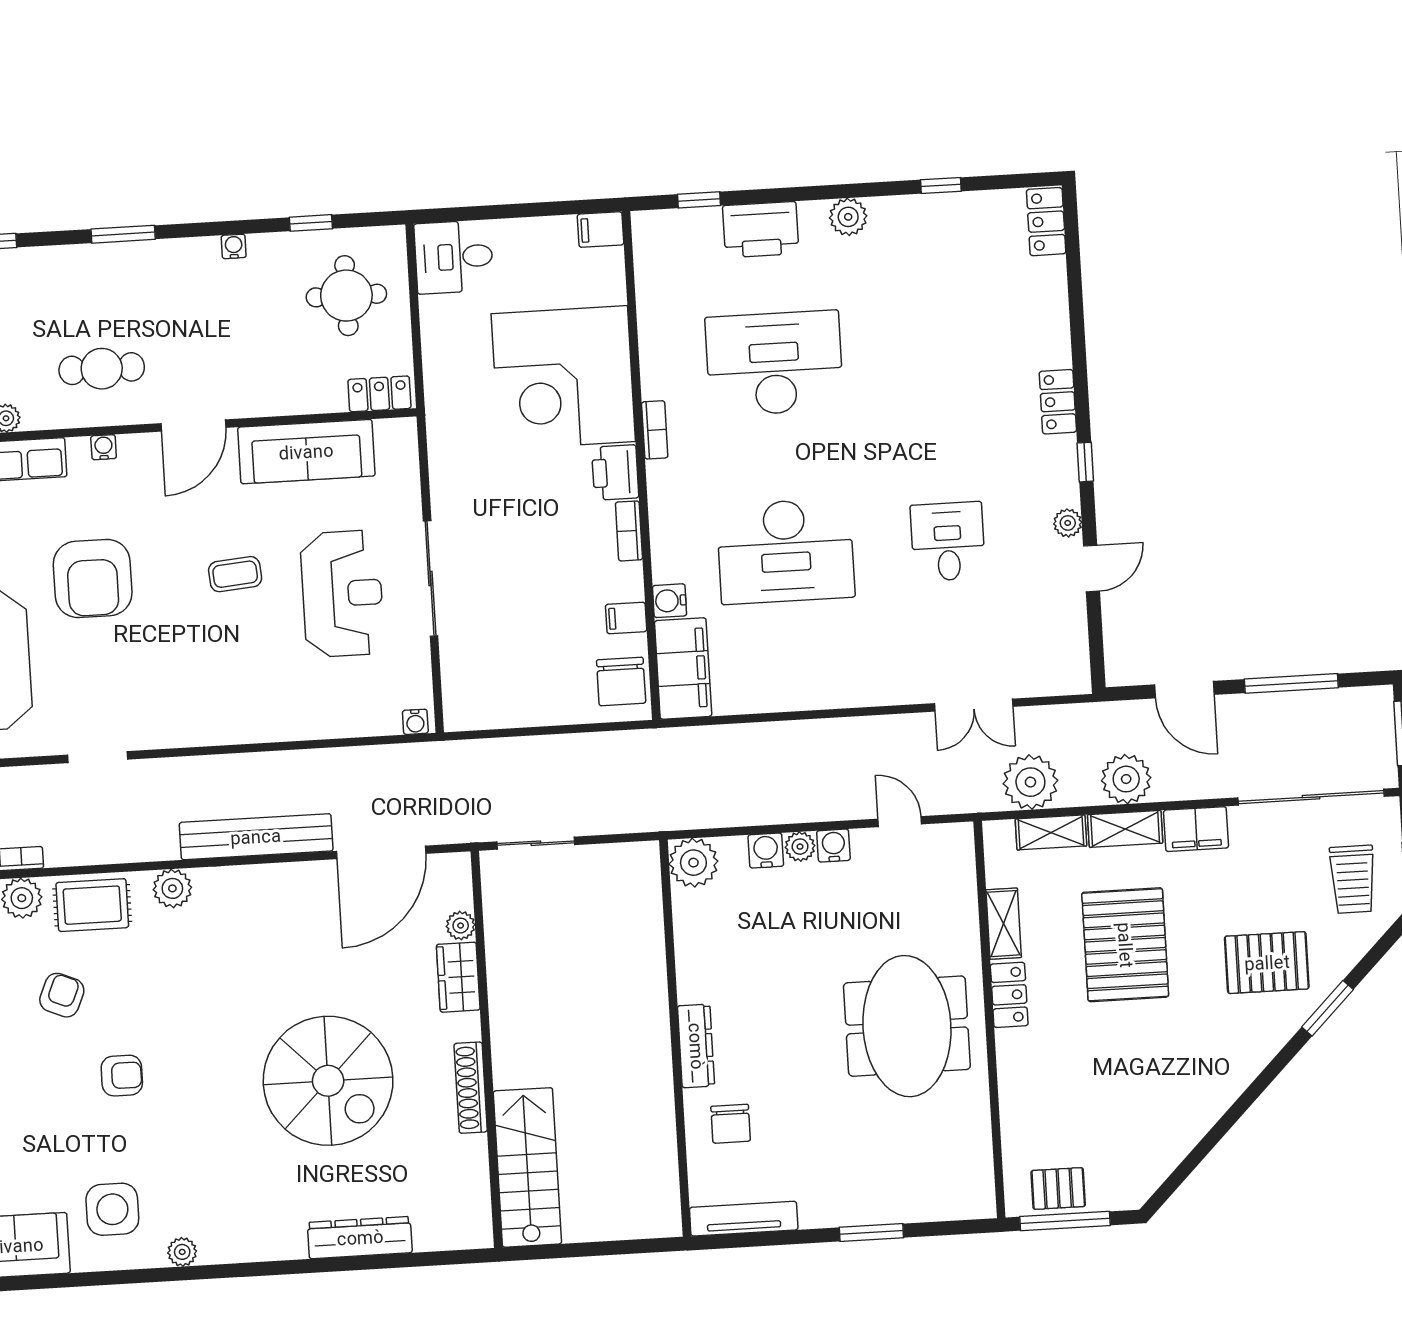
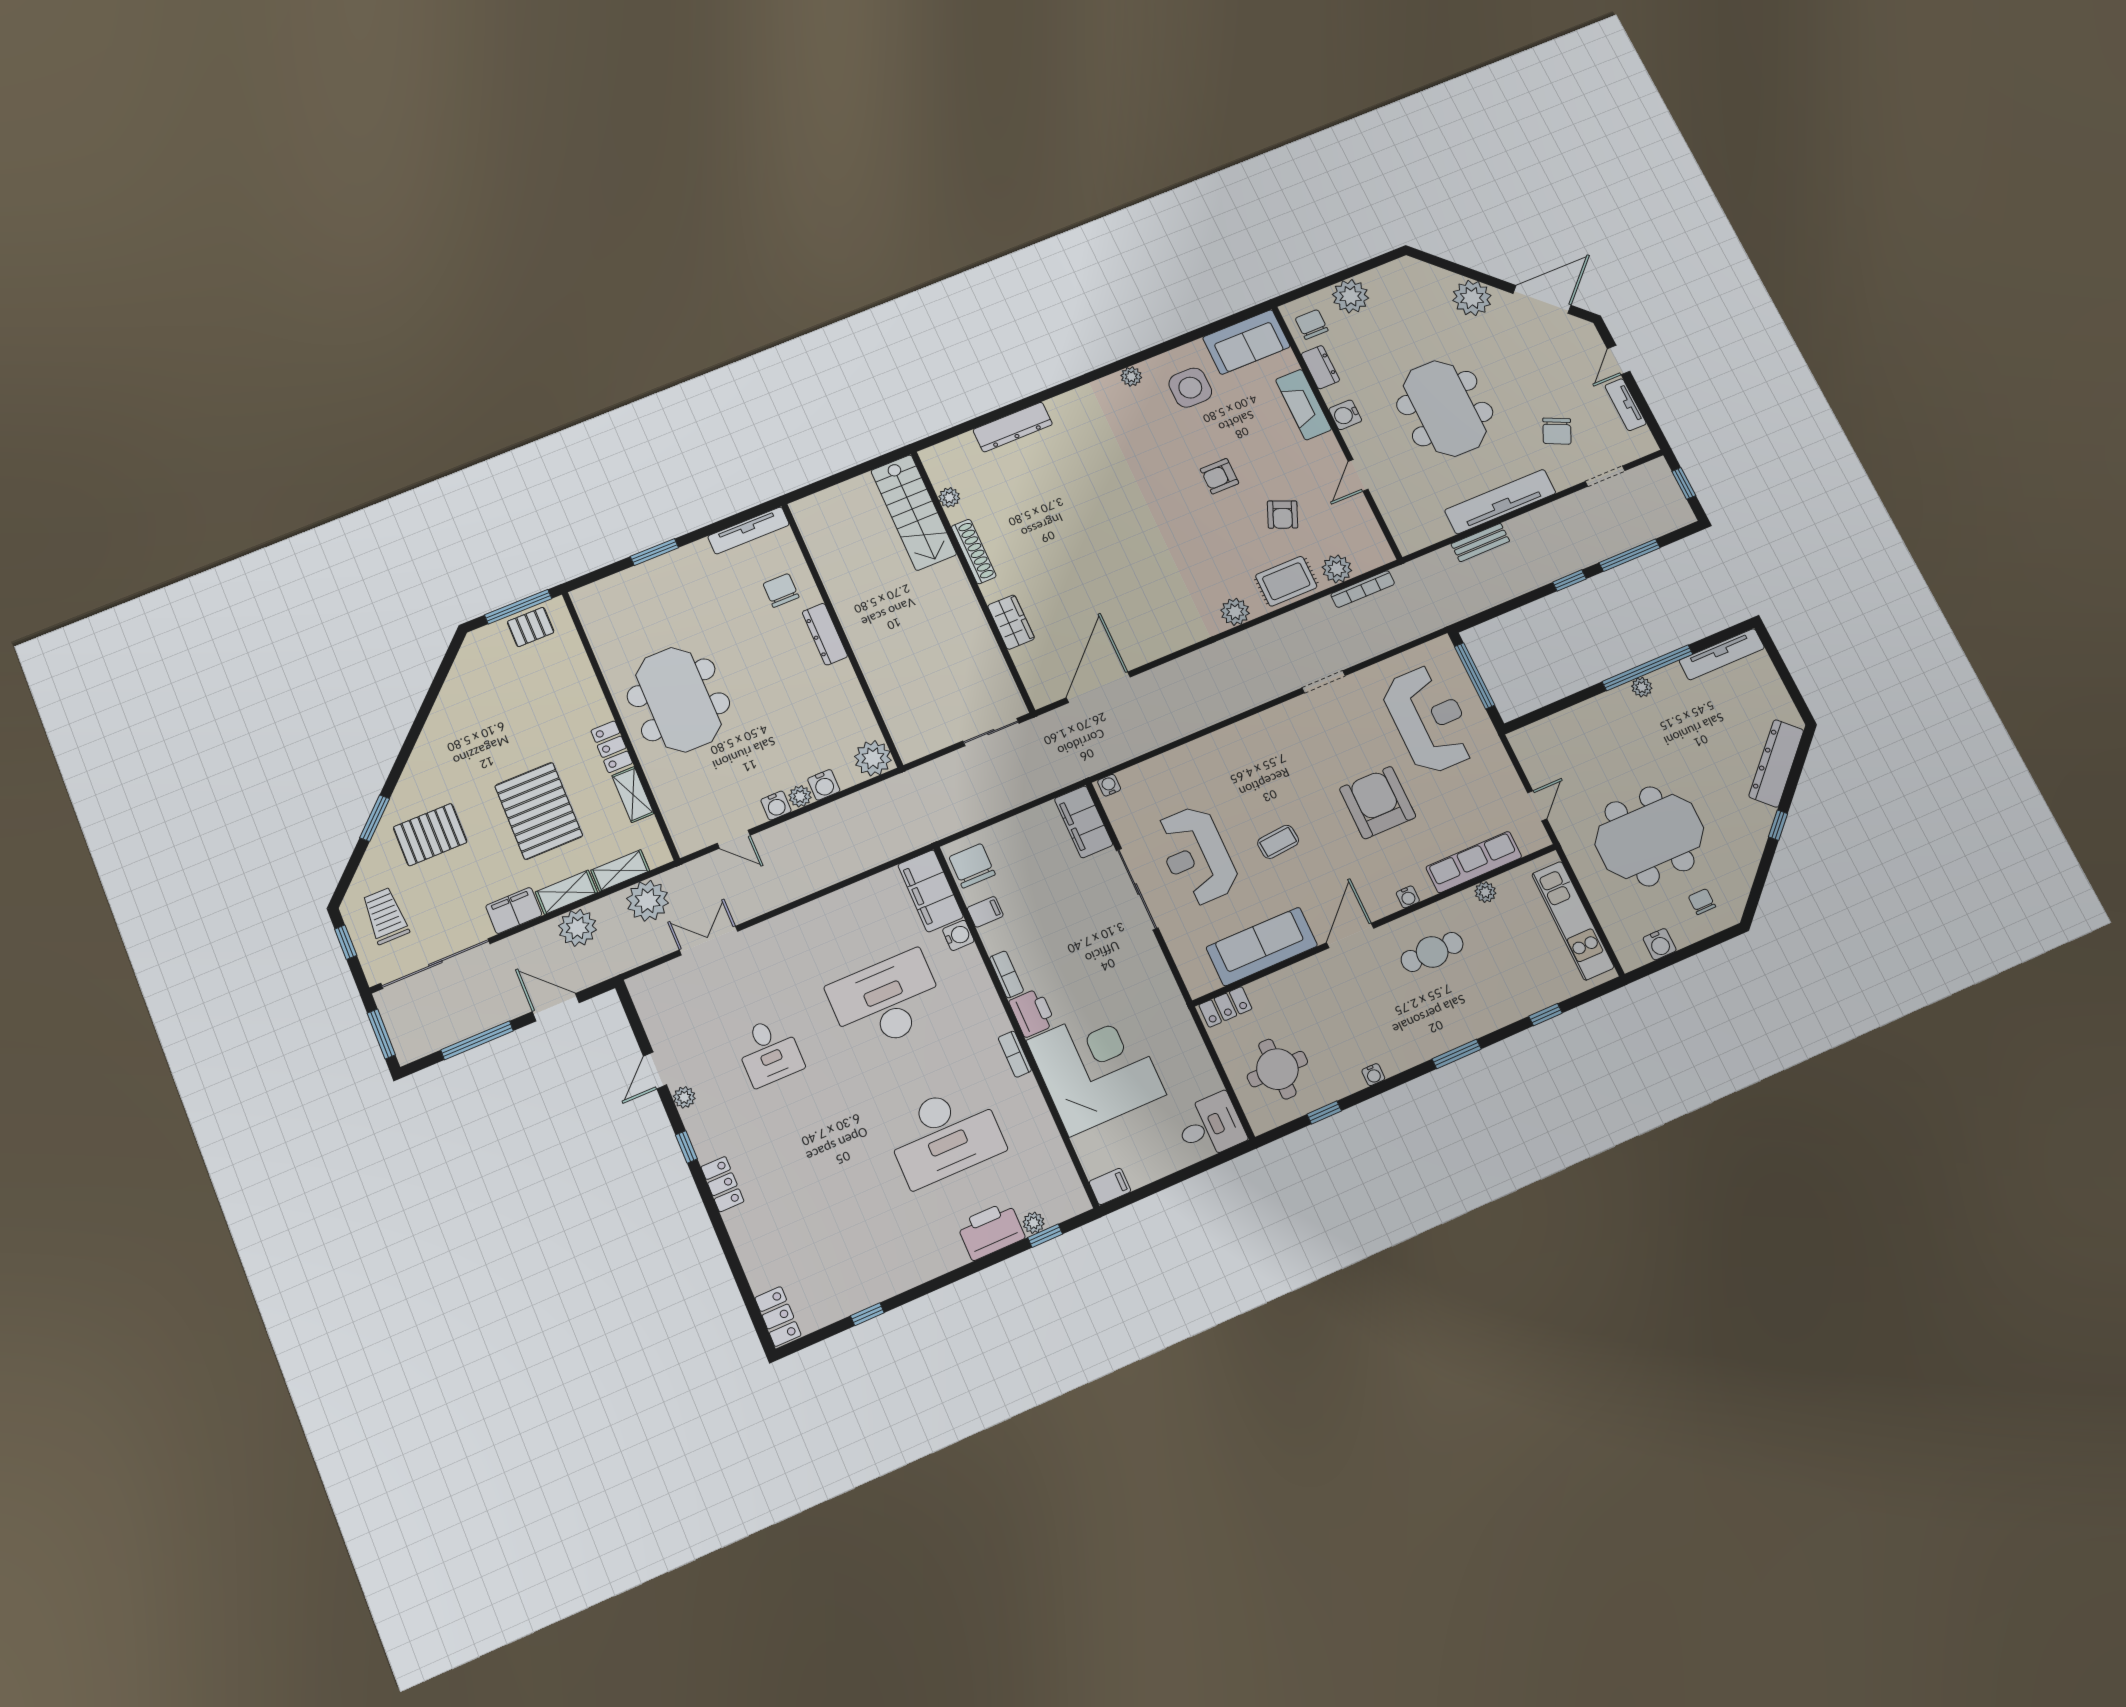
plant: (848, 217) -> (1034, 1223), moved, width x0.73, depth x0.73
filing cabinet: (464, 687) -> (1084, 822), added
bench: (256, 837) -> (1191, 667), removed
plant: (461, 926) -> (949, 497), moved
spiral stairs: (328, 1081) -> (1075, 522), removed

